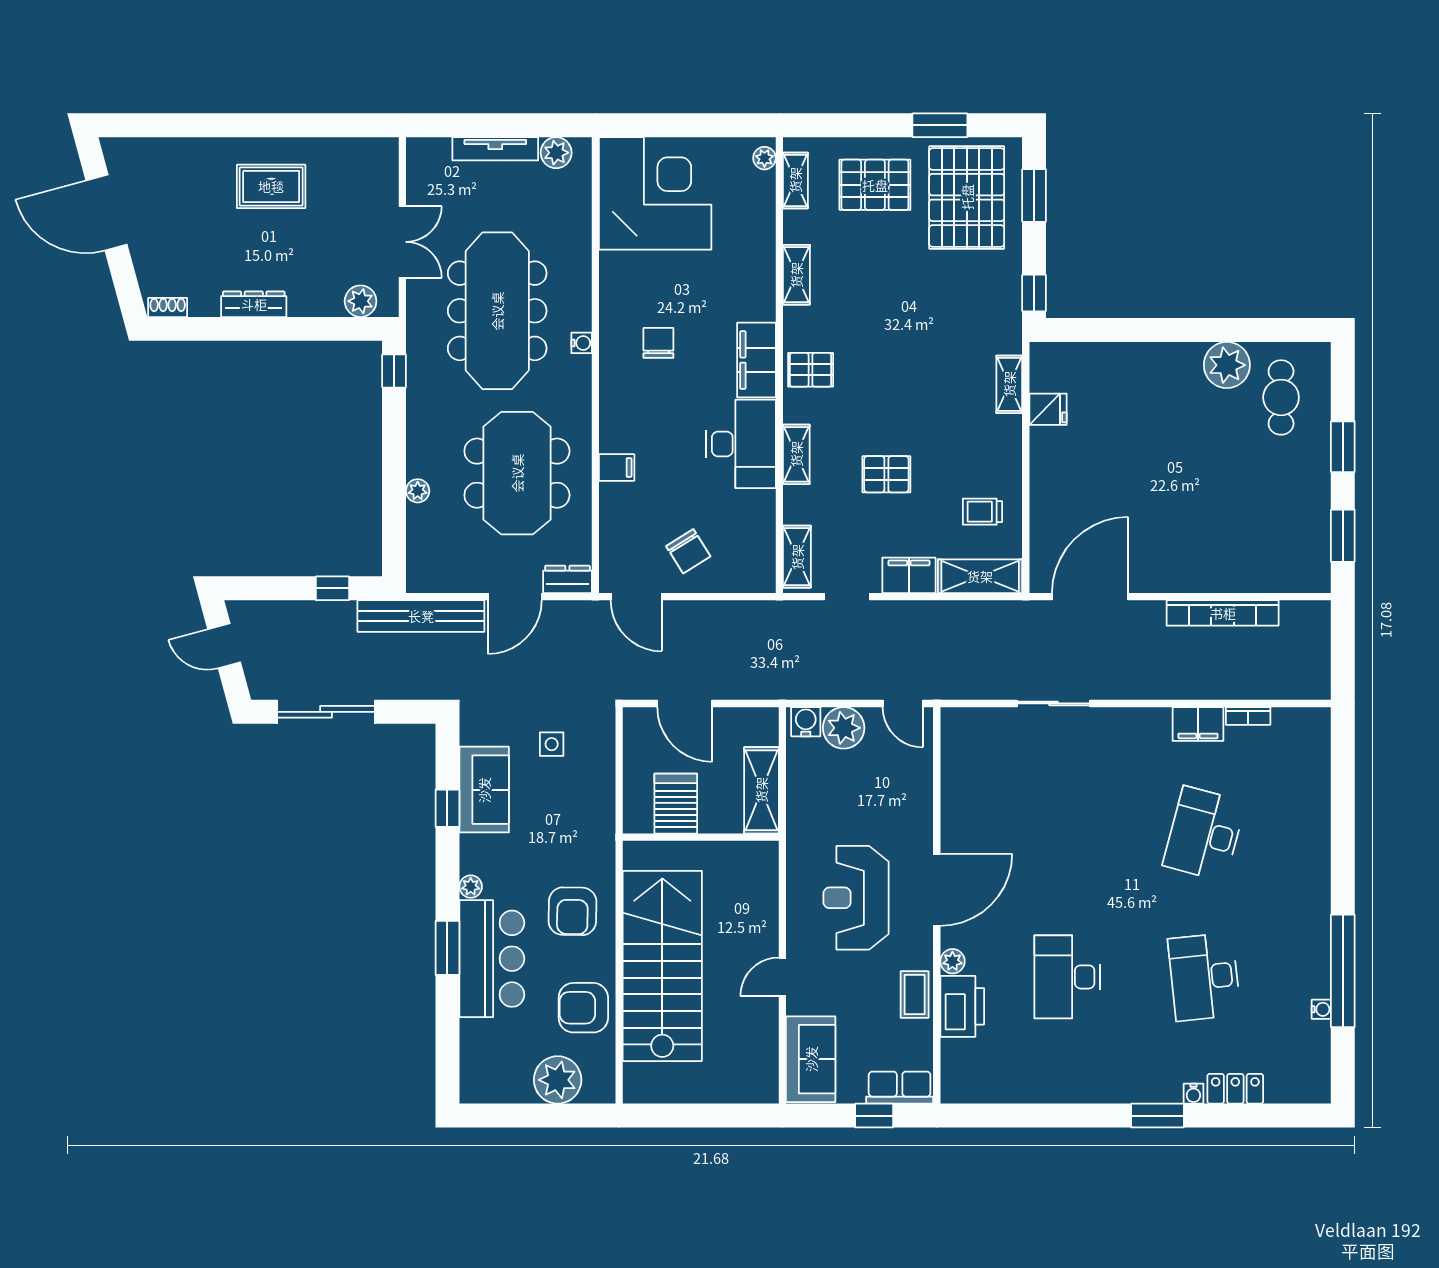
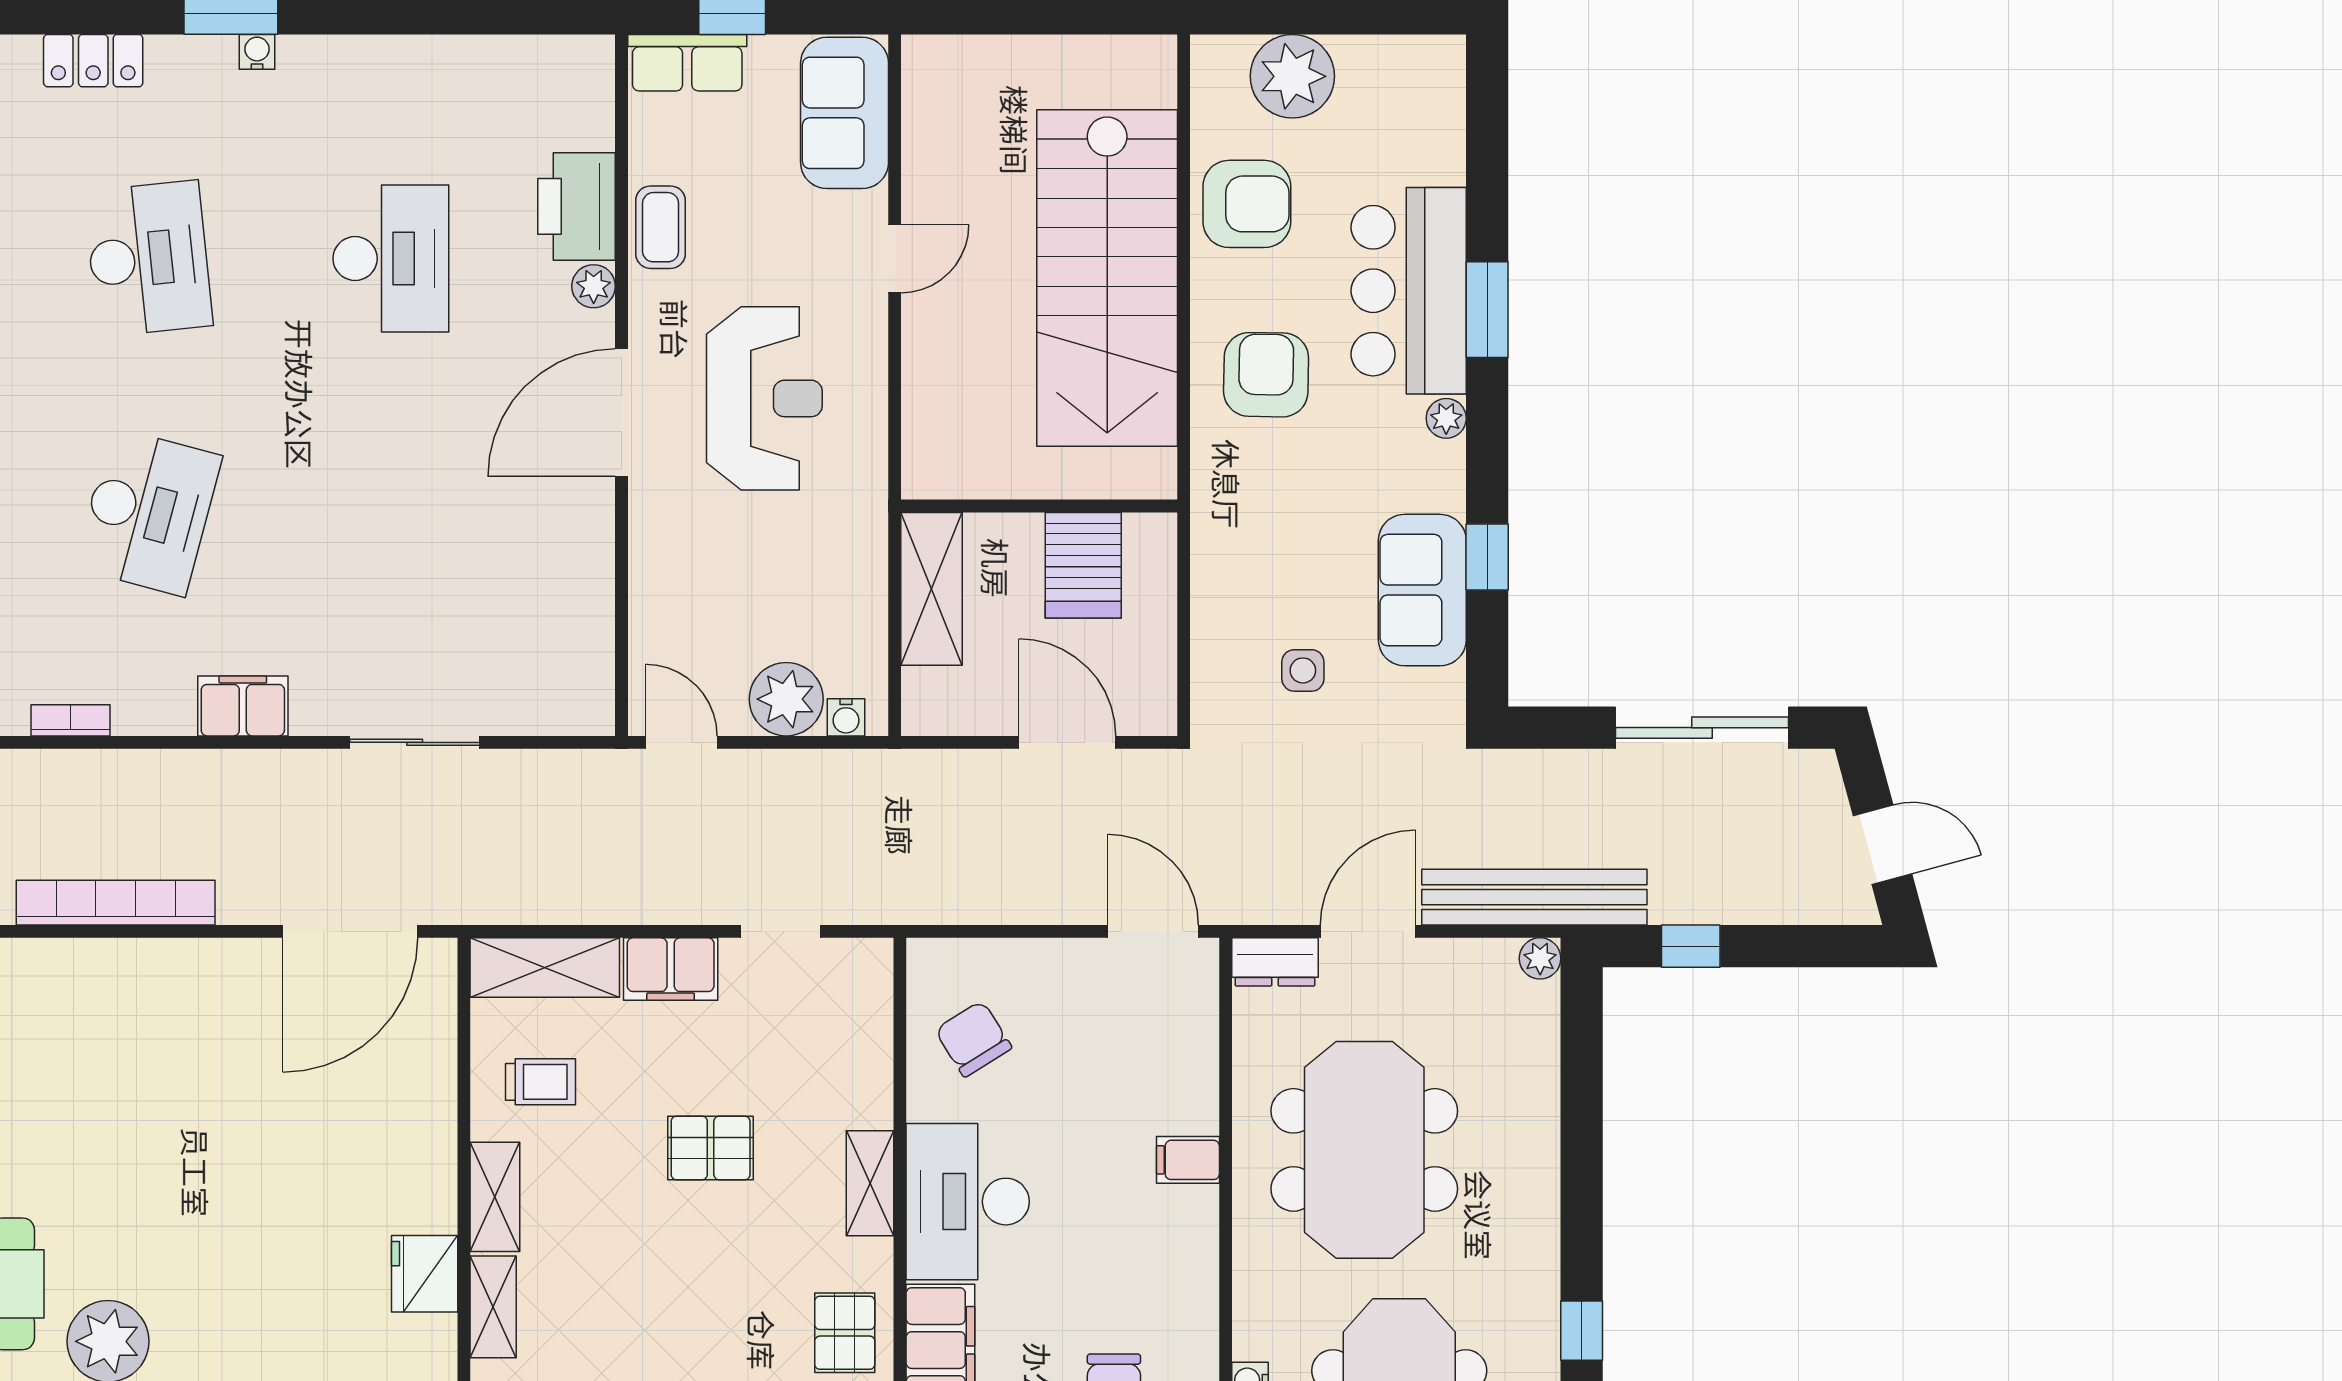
pallet: (811, 370) -> (845, 1333), turned 90
fridge: (1048, 409) -> (425, 1274), width x1.38
plant: (418, 491) -> (1540, 958), moved
chair: (688, 551) -> (973, 1039), moved
shelving: (797, 557) -> (495, 1197), moved
water cooler: (806, 722) -> (846, 717), width x0.72, depth x0.72
filing cabinet: (1198, 724) -> (243, 706), moved
water cooler: (1193, 1094) -> (257, 52), moved

